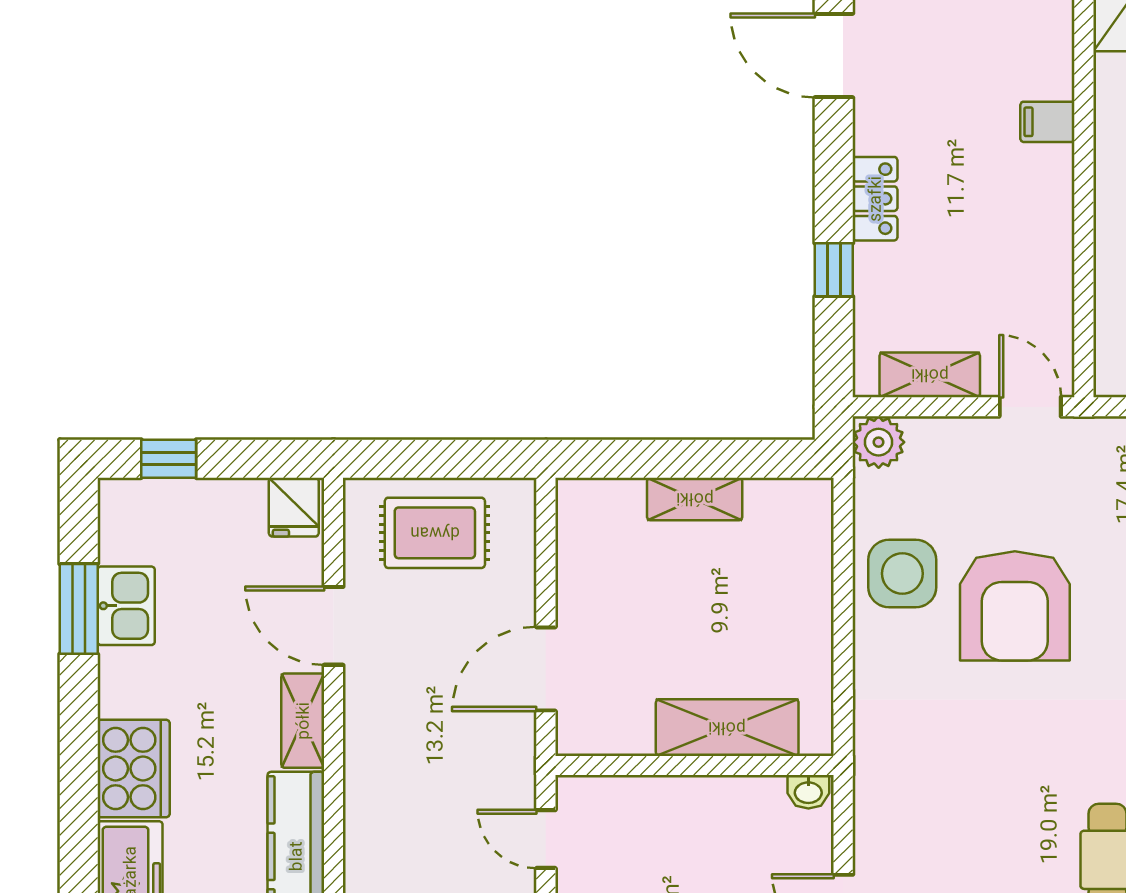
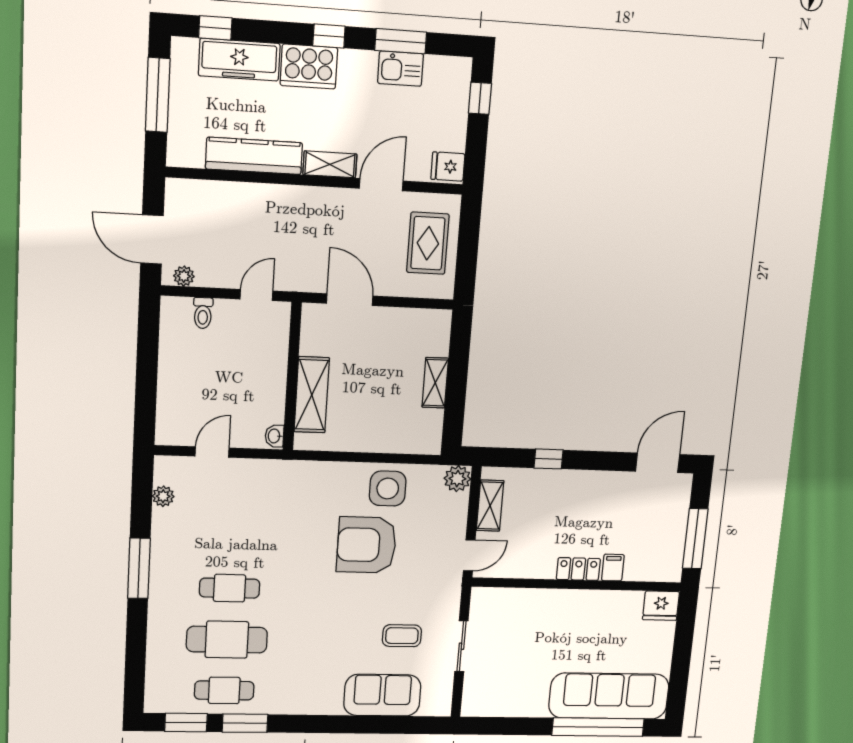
locker: (875, 199) -> (578, 569), moved, turned 180
window: (79, 736) -> (329, 36), added

